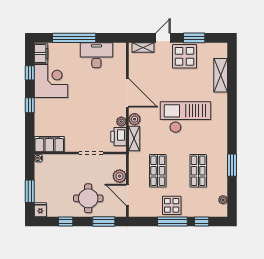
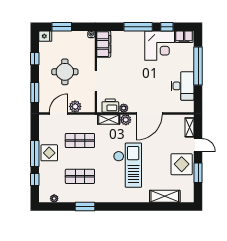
window: (30, 105) -> (138, 27), width x2.17
round table: (88, 198) -> (65, 72), moved

